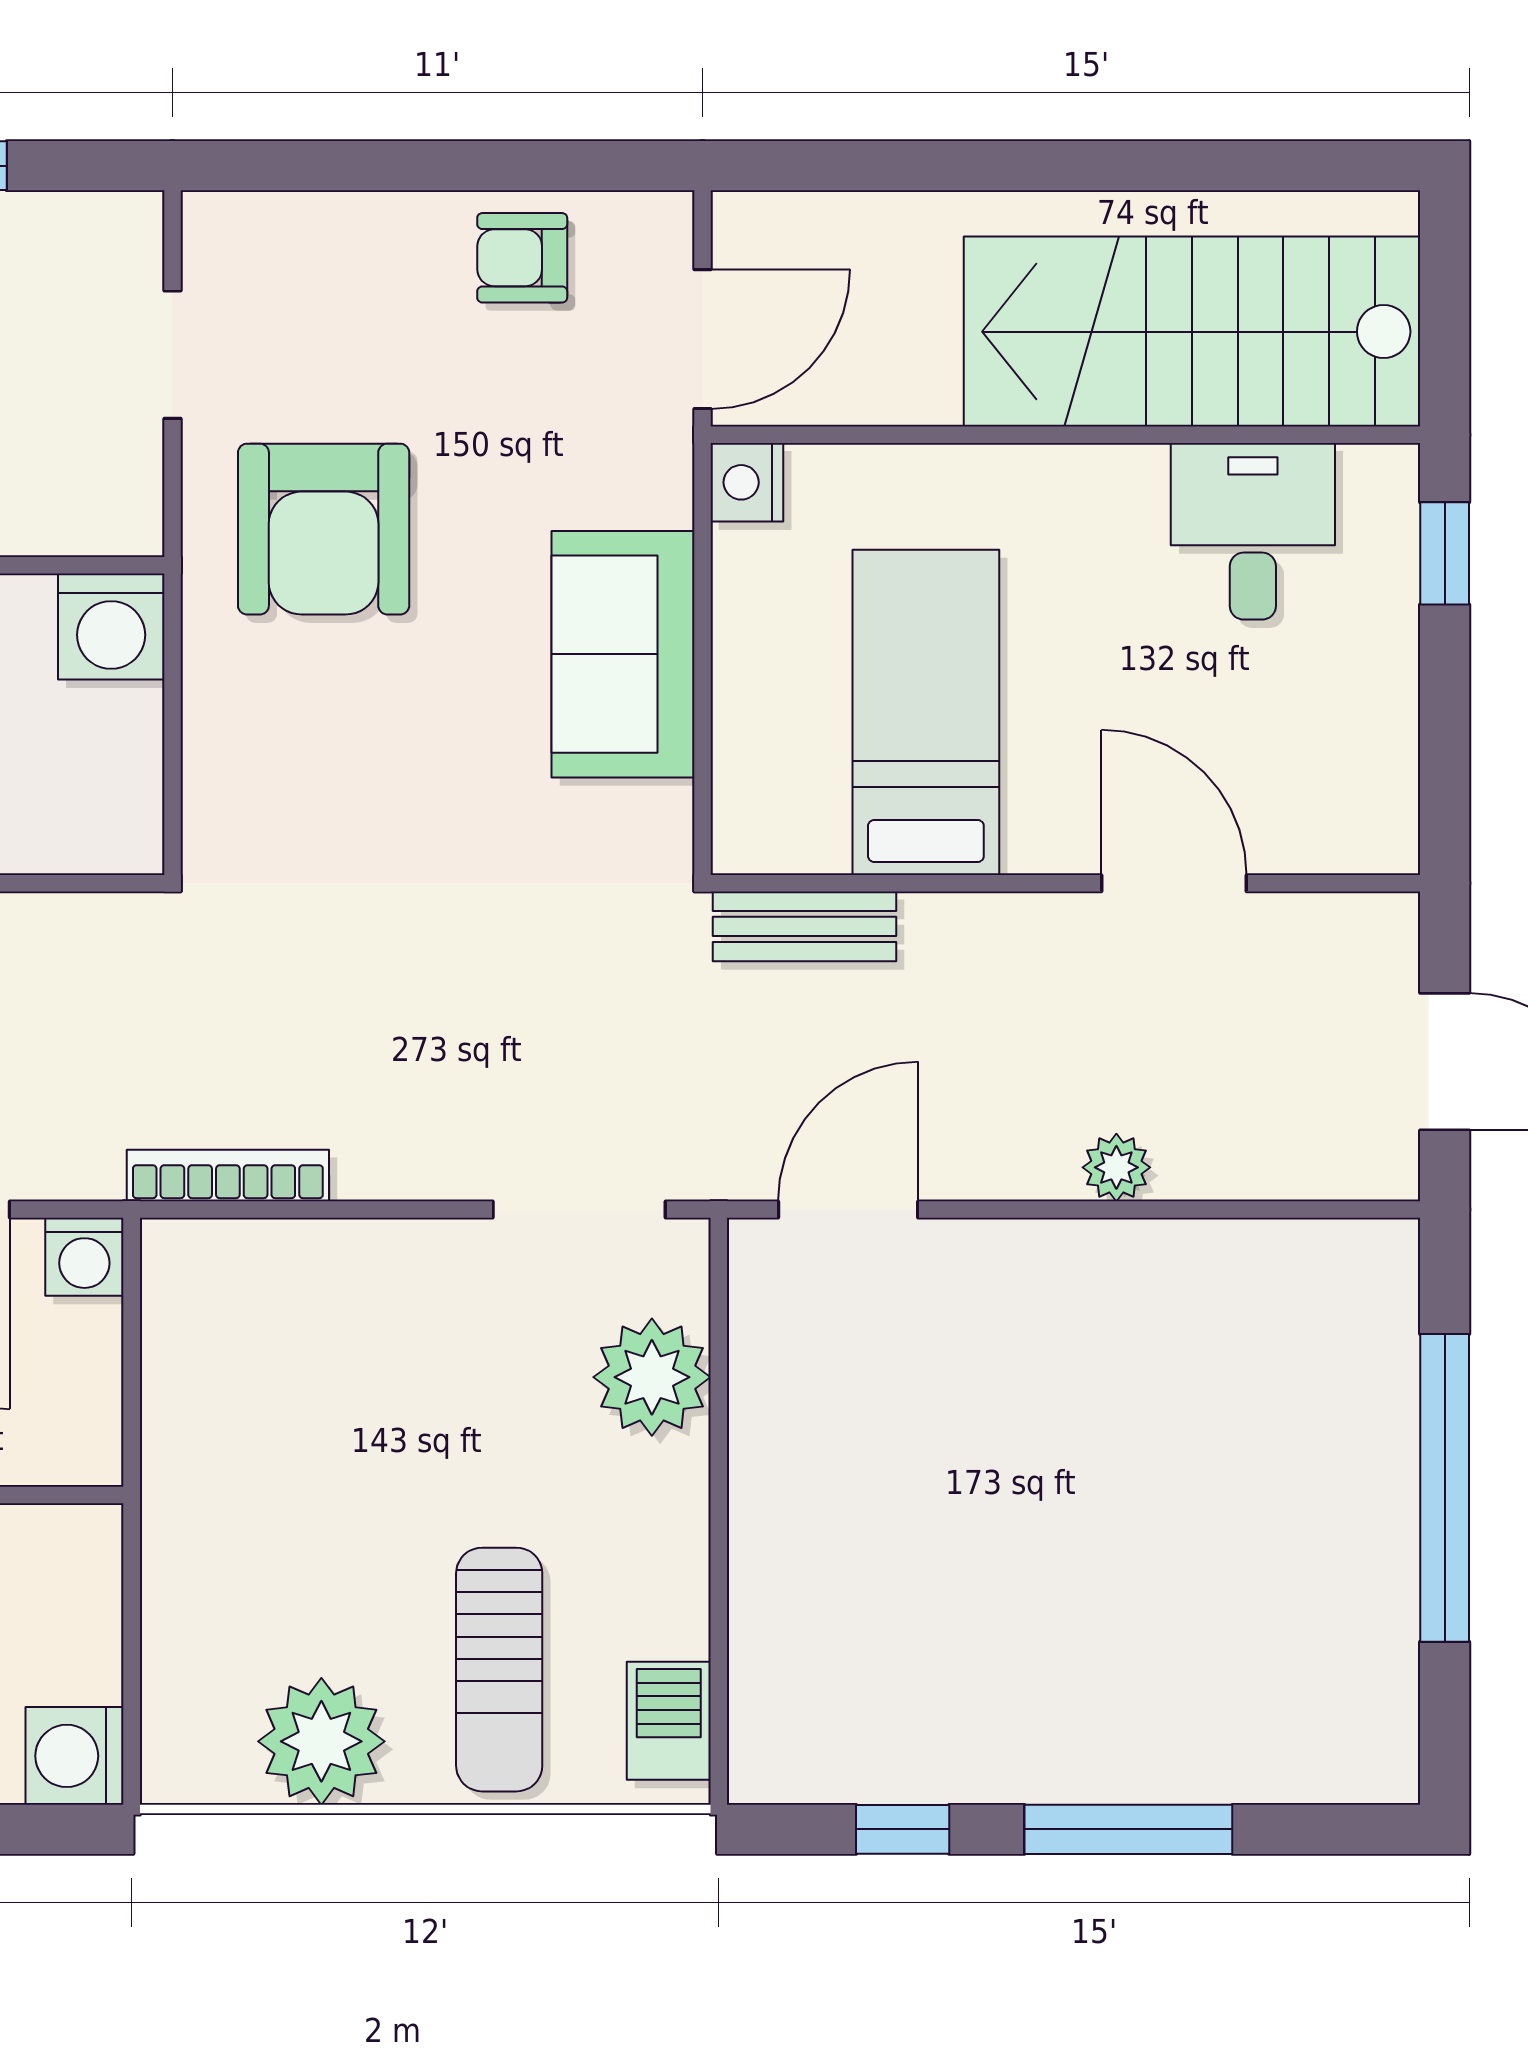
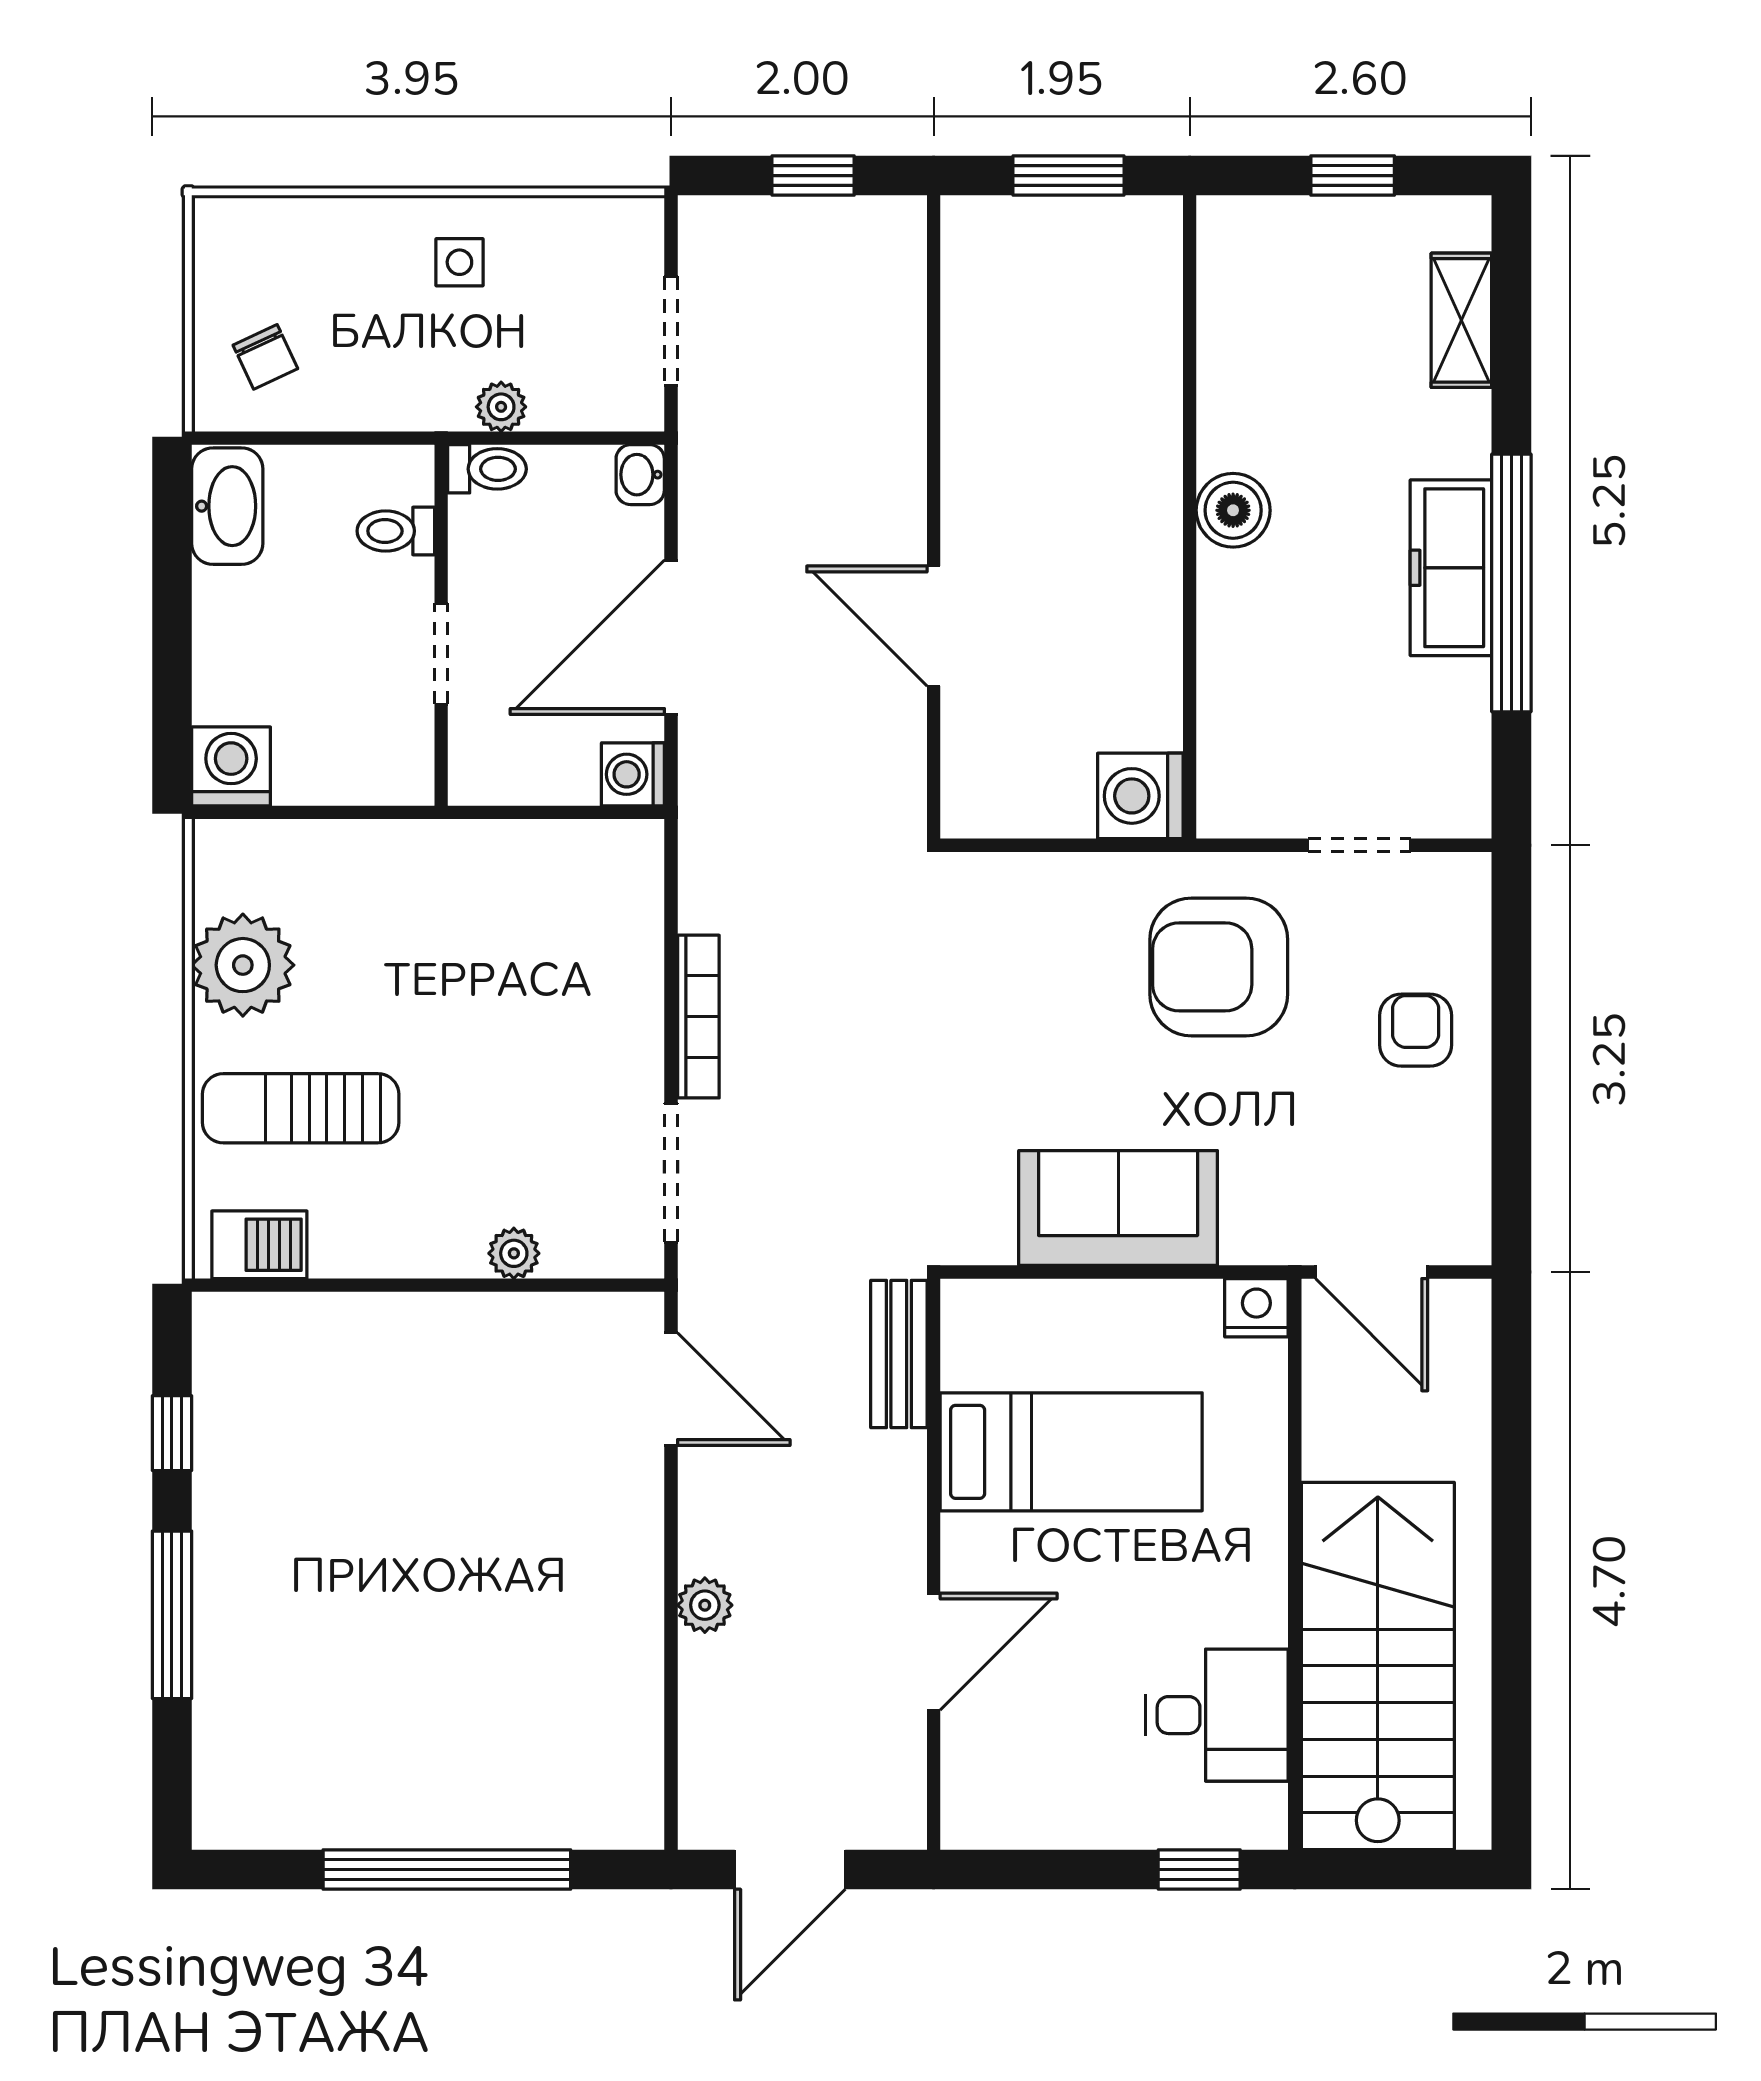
armchair: (522, 258) -> (1416, 1030), moved
bookcase: (228, 1175) -> (698, 1017), moved
plant: (652, 1377) -> (514, 1253), width x0.53, depth x0.53

